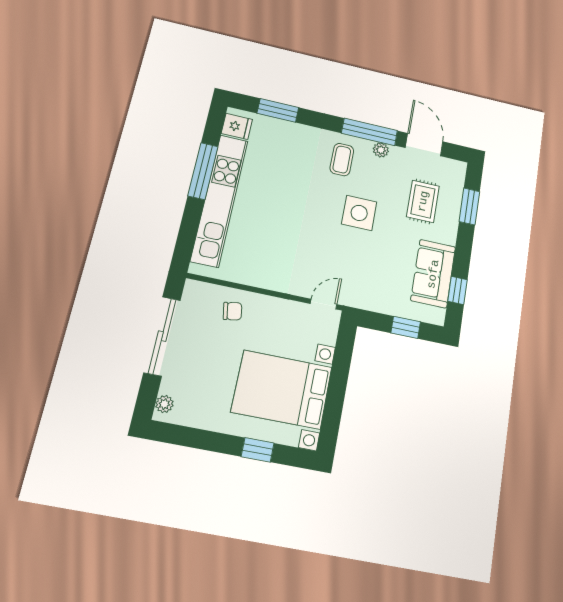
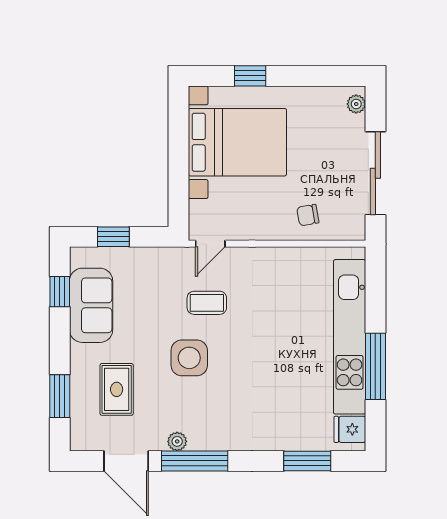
coffee table: (342, 160) -> (207, 303), moved, turned 90

